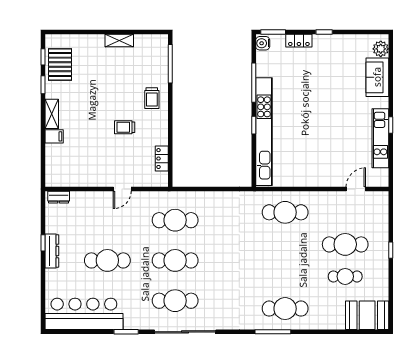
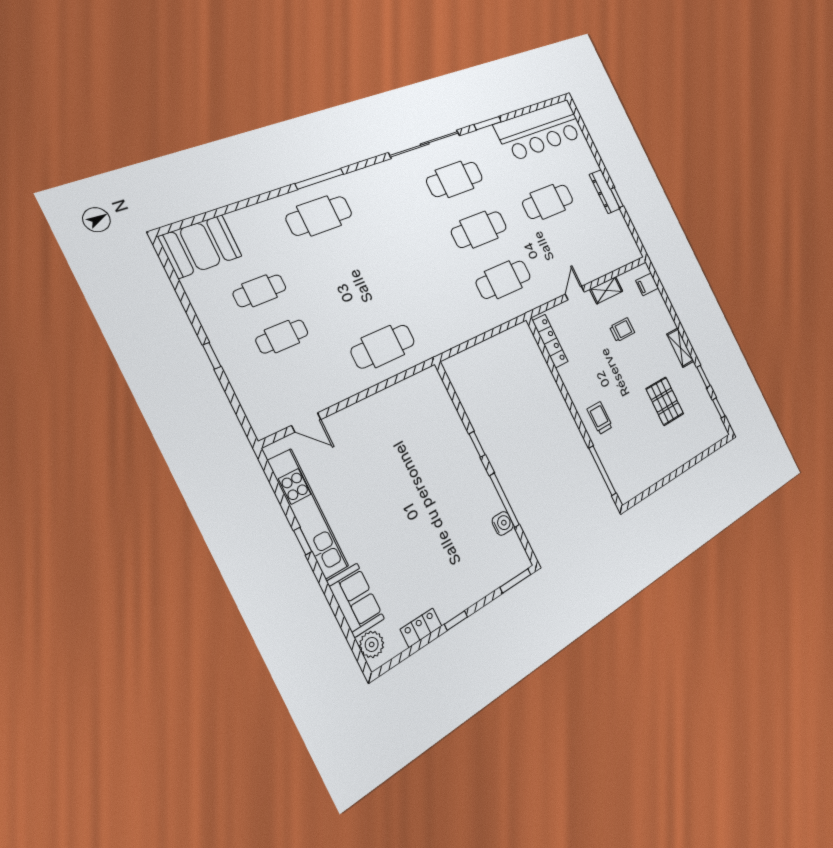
shelving: (119, 41) -> (606, 290), moved
locker: (299, 41) -> (421, 628), moved
water cooler: (263, 43) -> (503, 523), moved
pallet: (60, 64) -> (665, 401), moved
trolley: (125, 127) -> (622, 330), moved
kitchen unit: (264, 132) -> (461, 442), removed
filing cabinet: (54, 136) -> (647, 284), moved
kitchen unit: (380, 138) -> (308, 514), width x1.36
locker: (162, 159) -> (550, 341), width x1.53
door: (356, 189) -> (306, 422), hinge flipped
dresser: (59, 197) -> (628, 256), removed
cafe table: (345, 244) -> (282, 336), width x0.73, depth x0.74

